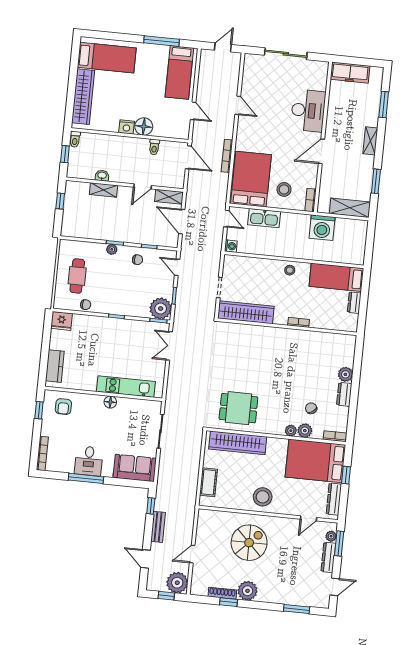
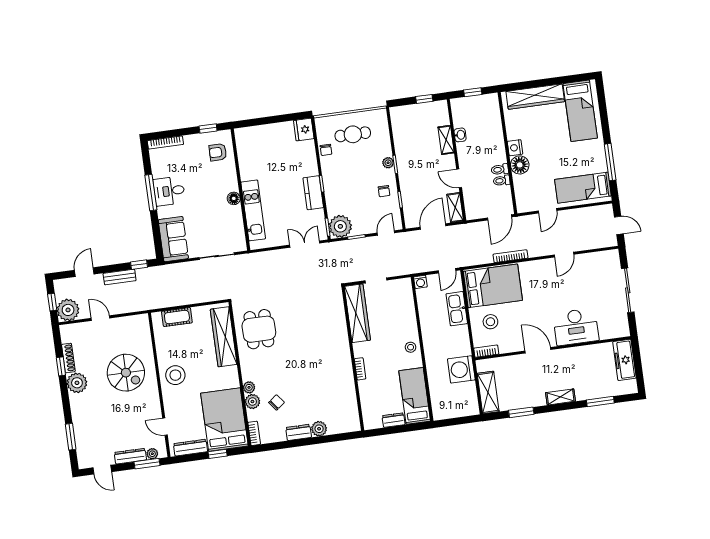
toilet: (75, 139) -> (500, 169), moved
kitchen counter: (55, 366) -> (313, 193), moved, turned 90

